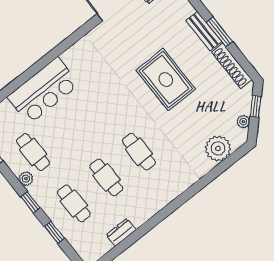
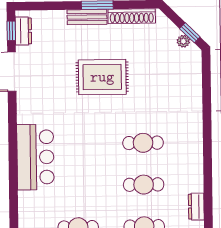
bar counter: (43, 91) -> (35, 157), moved
window: (256, 106) -> (190, 33), moved
plant: (218, 148) -> (189, 78), removed

